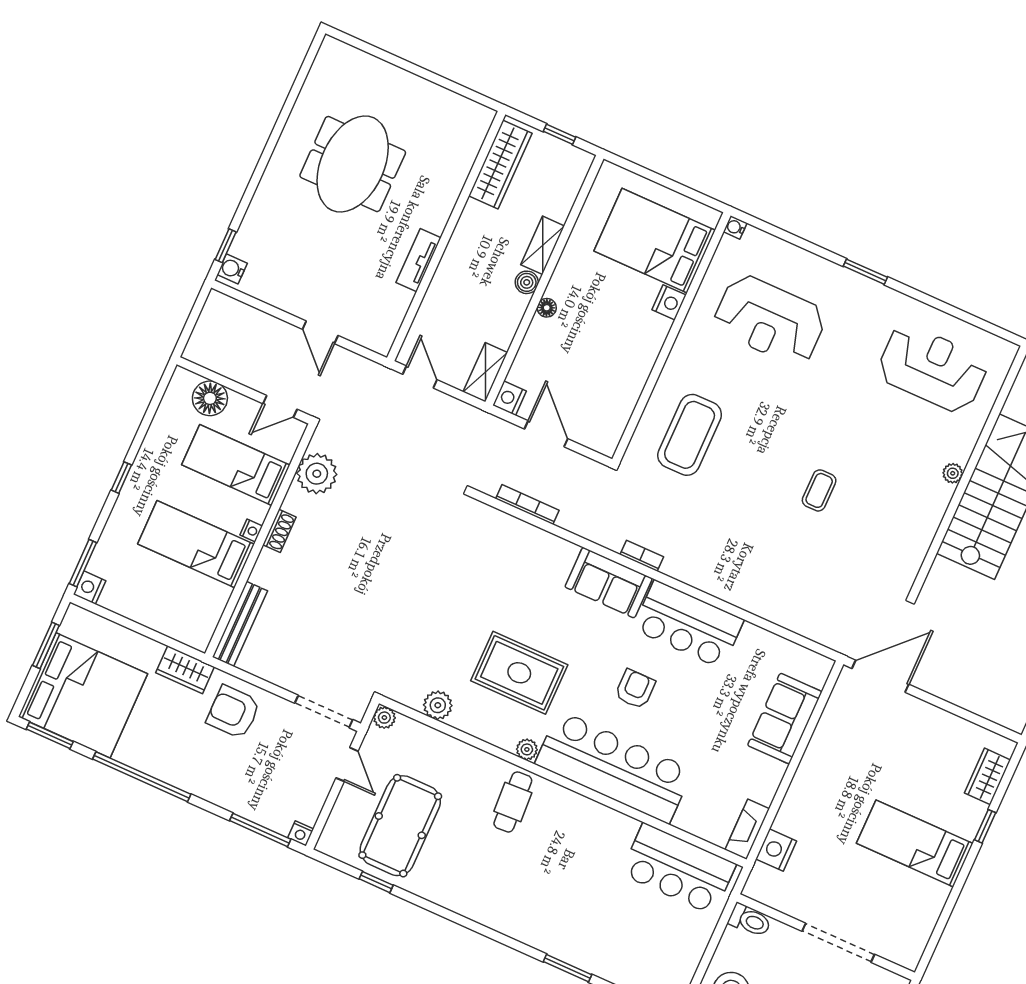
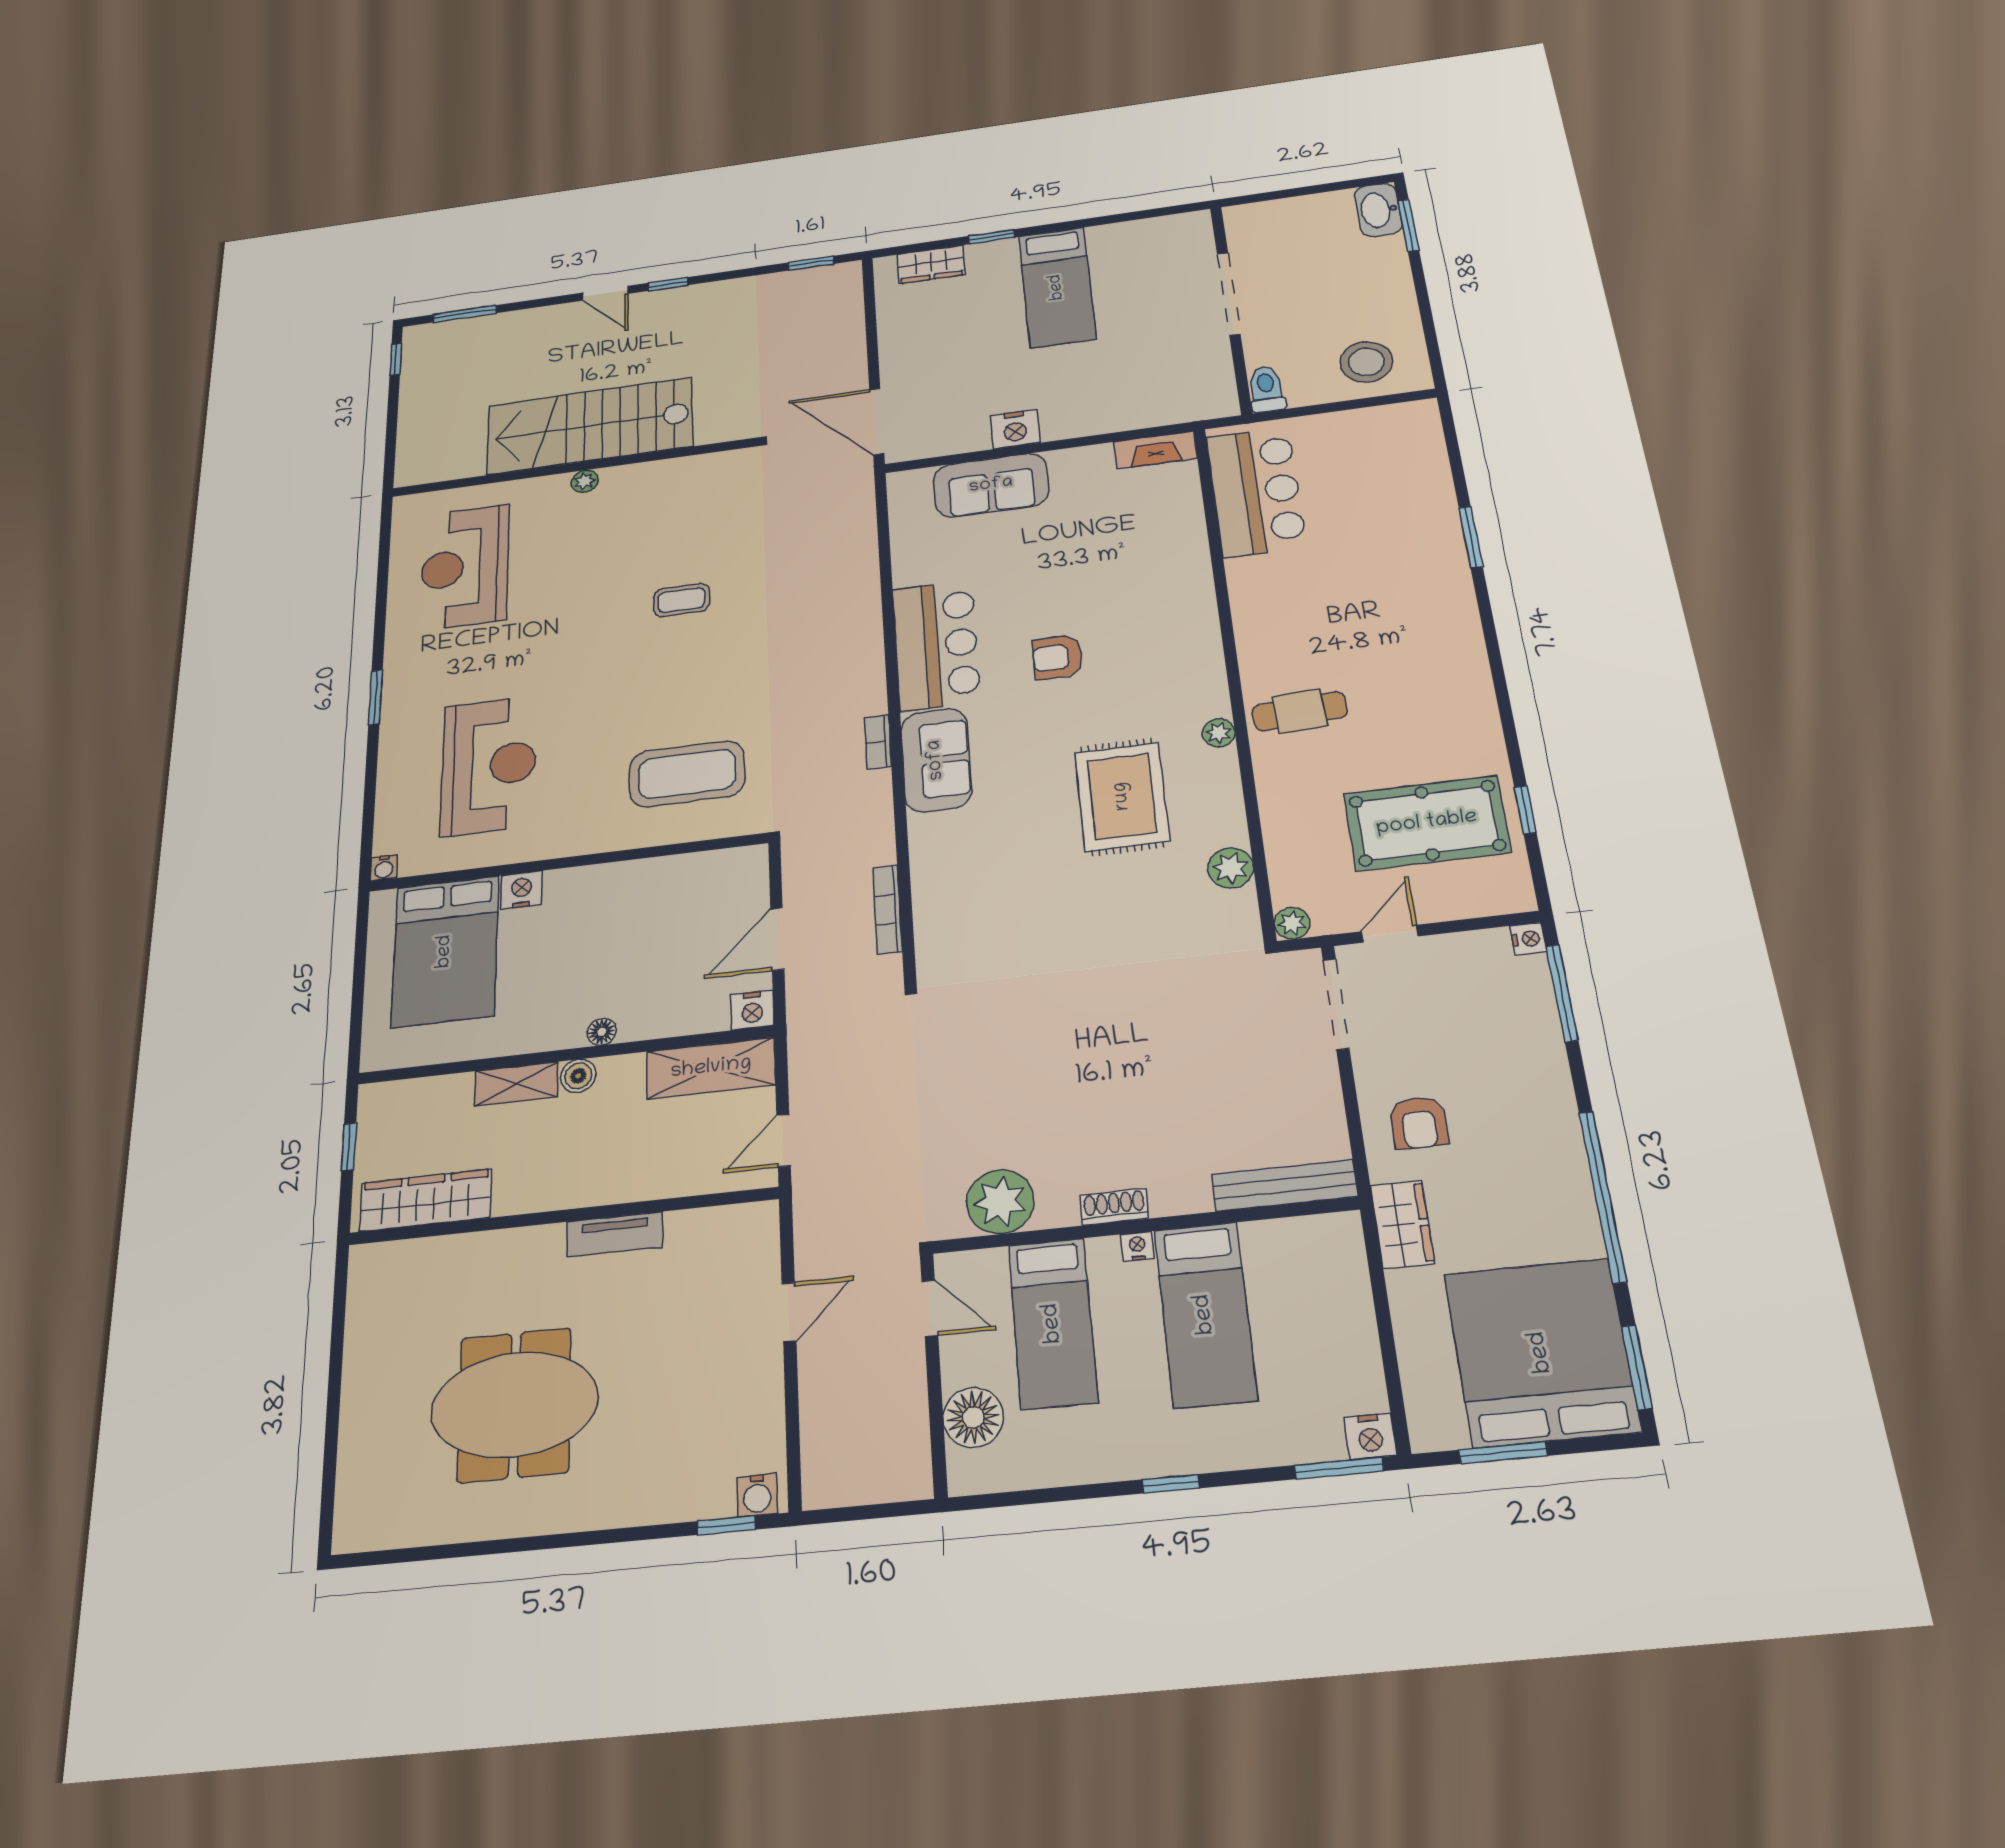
shelving: (485, 372) -> (711, 1068), width x1.50, depth x1.33
armchair: (233, 712) -> (1419, 1123), width x0.72, depth x0.72
bar counter: (614, 767) -> (1175, 626), removed
nightstand: (776, 850) -> (1015, 429), moved

